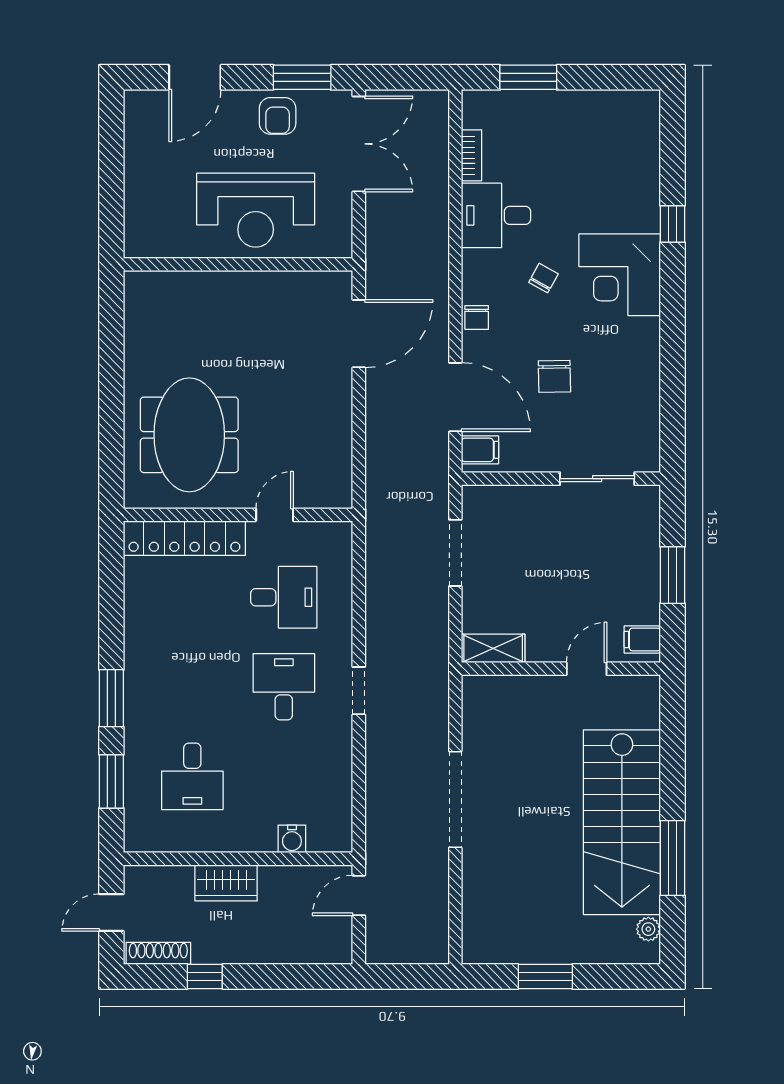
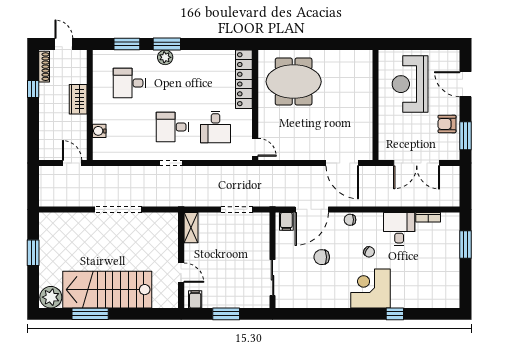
double door: (359, 144) -> (417, 163), moved
reception desk: (256, 210) -> (410, 84), moved
door: (275, 515) -> (255, 147), moved
desk: (284, 687) -> (172, 127), turned 180
plant: (139, 702) -> (165, 57), added
plant: (648, 929) -> (51, 297), width x1.87, depth x1.87

